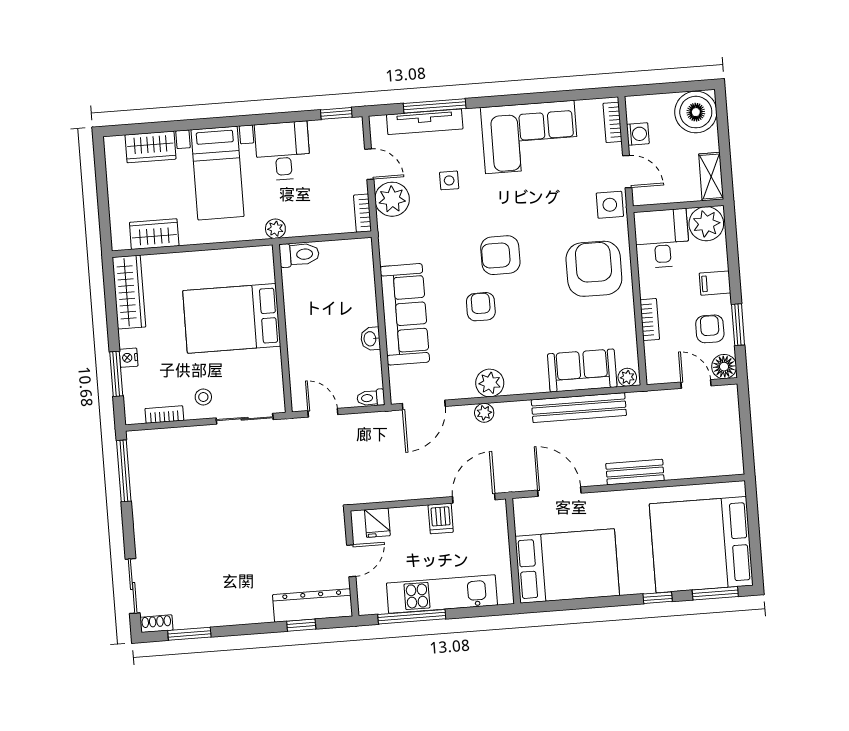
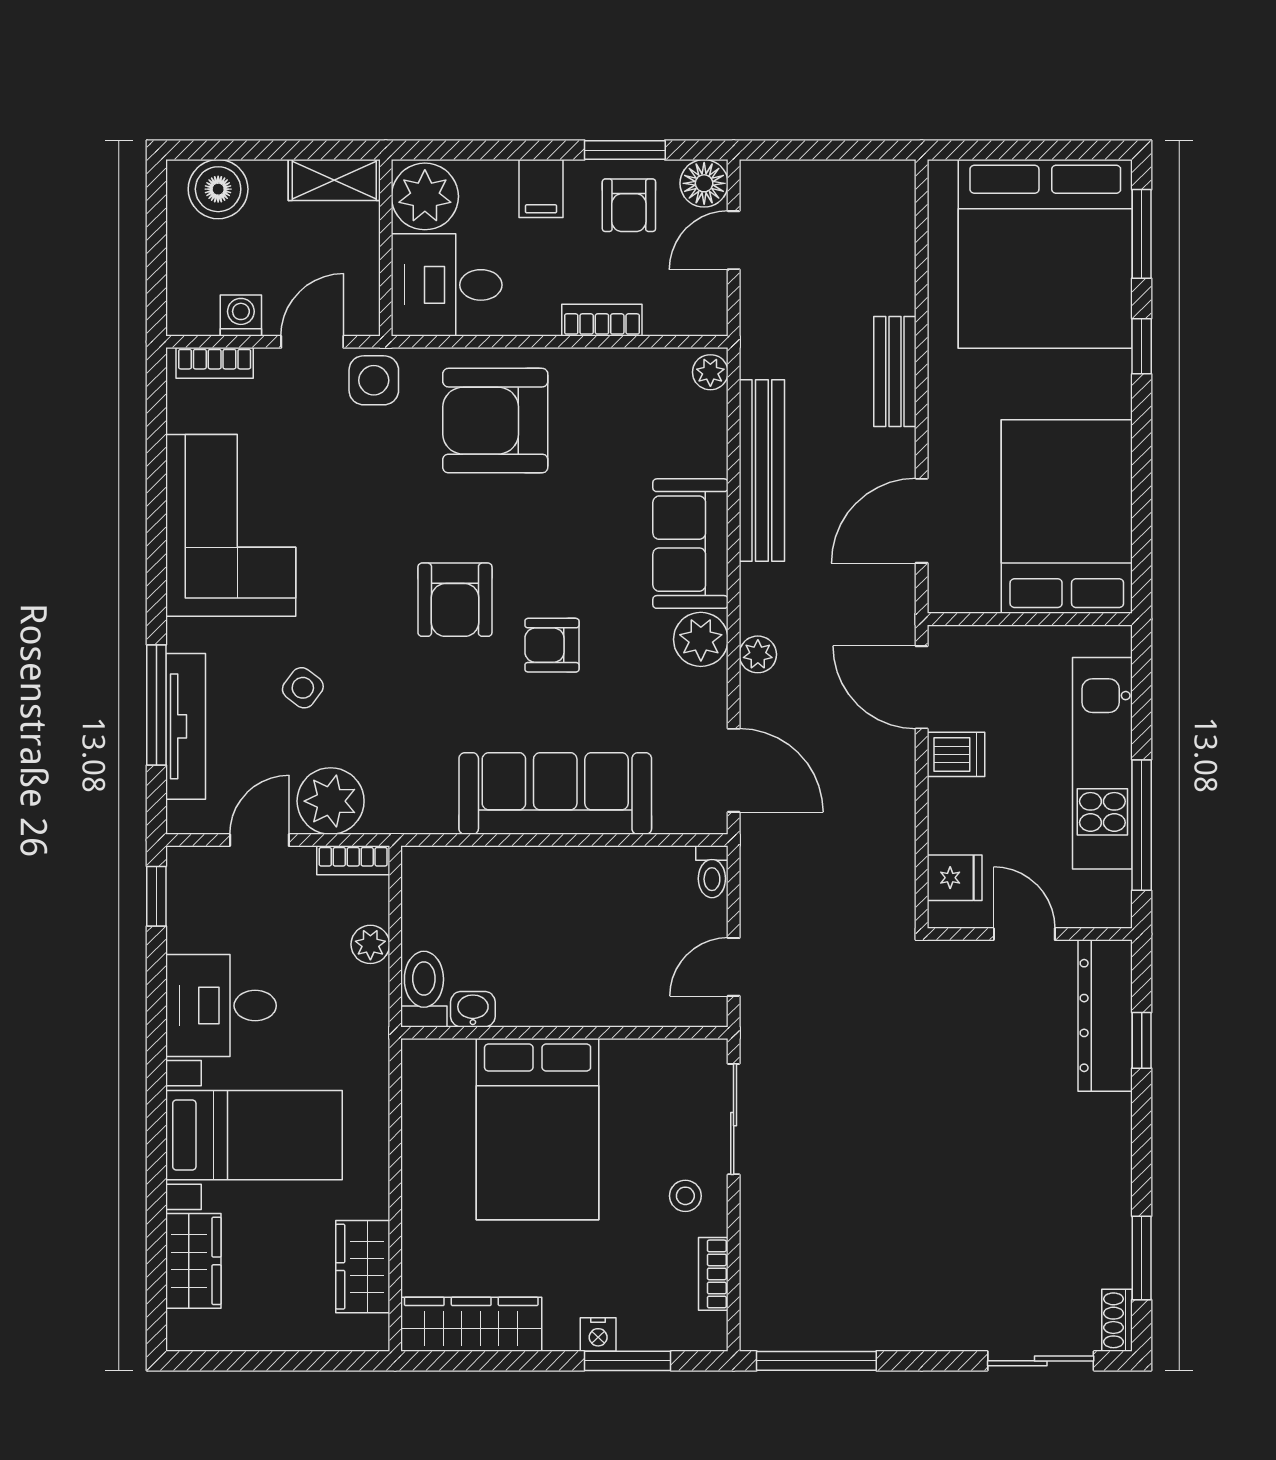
boiler: (696, 112) -> (218, 189), width x0.73, depth x0.73
side table: (449, 180) -> (303, 688), turned 37
plant: (275, 229) -> (370, 944), moved
armchair: (710, 329) -> (629, 205), turned -90
washbasin: (370, 339) -> (473, 1009), moved, turned 180
sofa: (582, 370) -> (690, 544), moved

